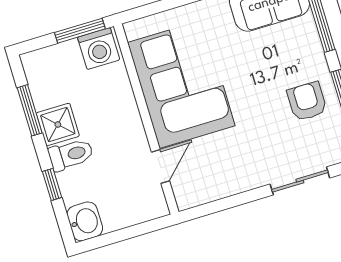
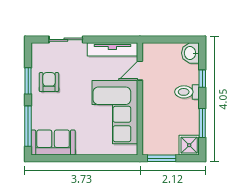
washing machine: (99, 49) -> (154, 145), removed
armchair: (307, 101) -> (49, 82), turned 180
shower: (58, 125) -> (189, 145), moved
tv unit: (217, 188) -> (112, 49), added

